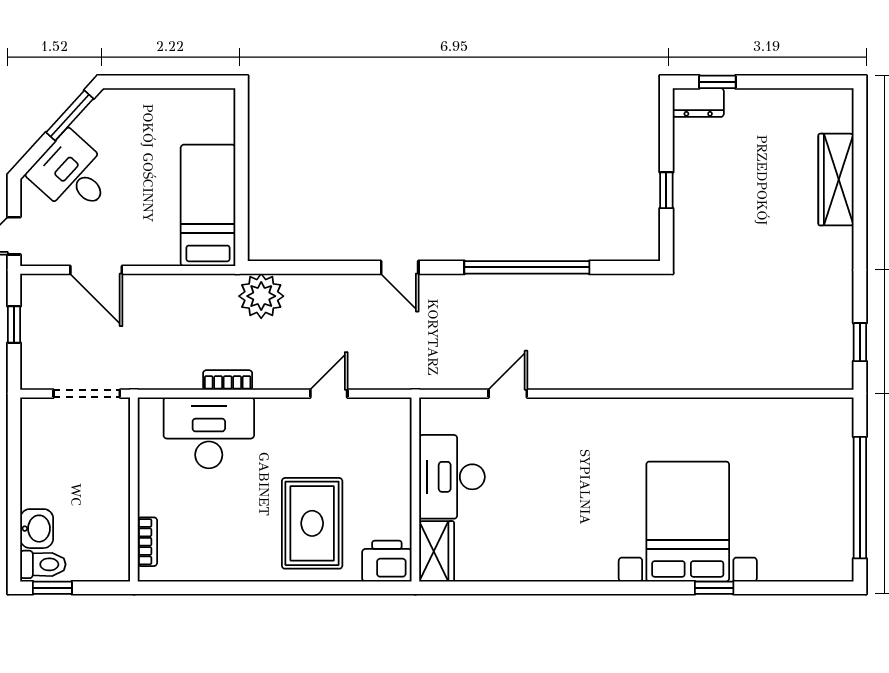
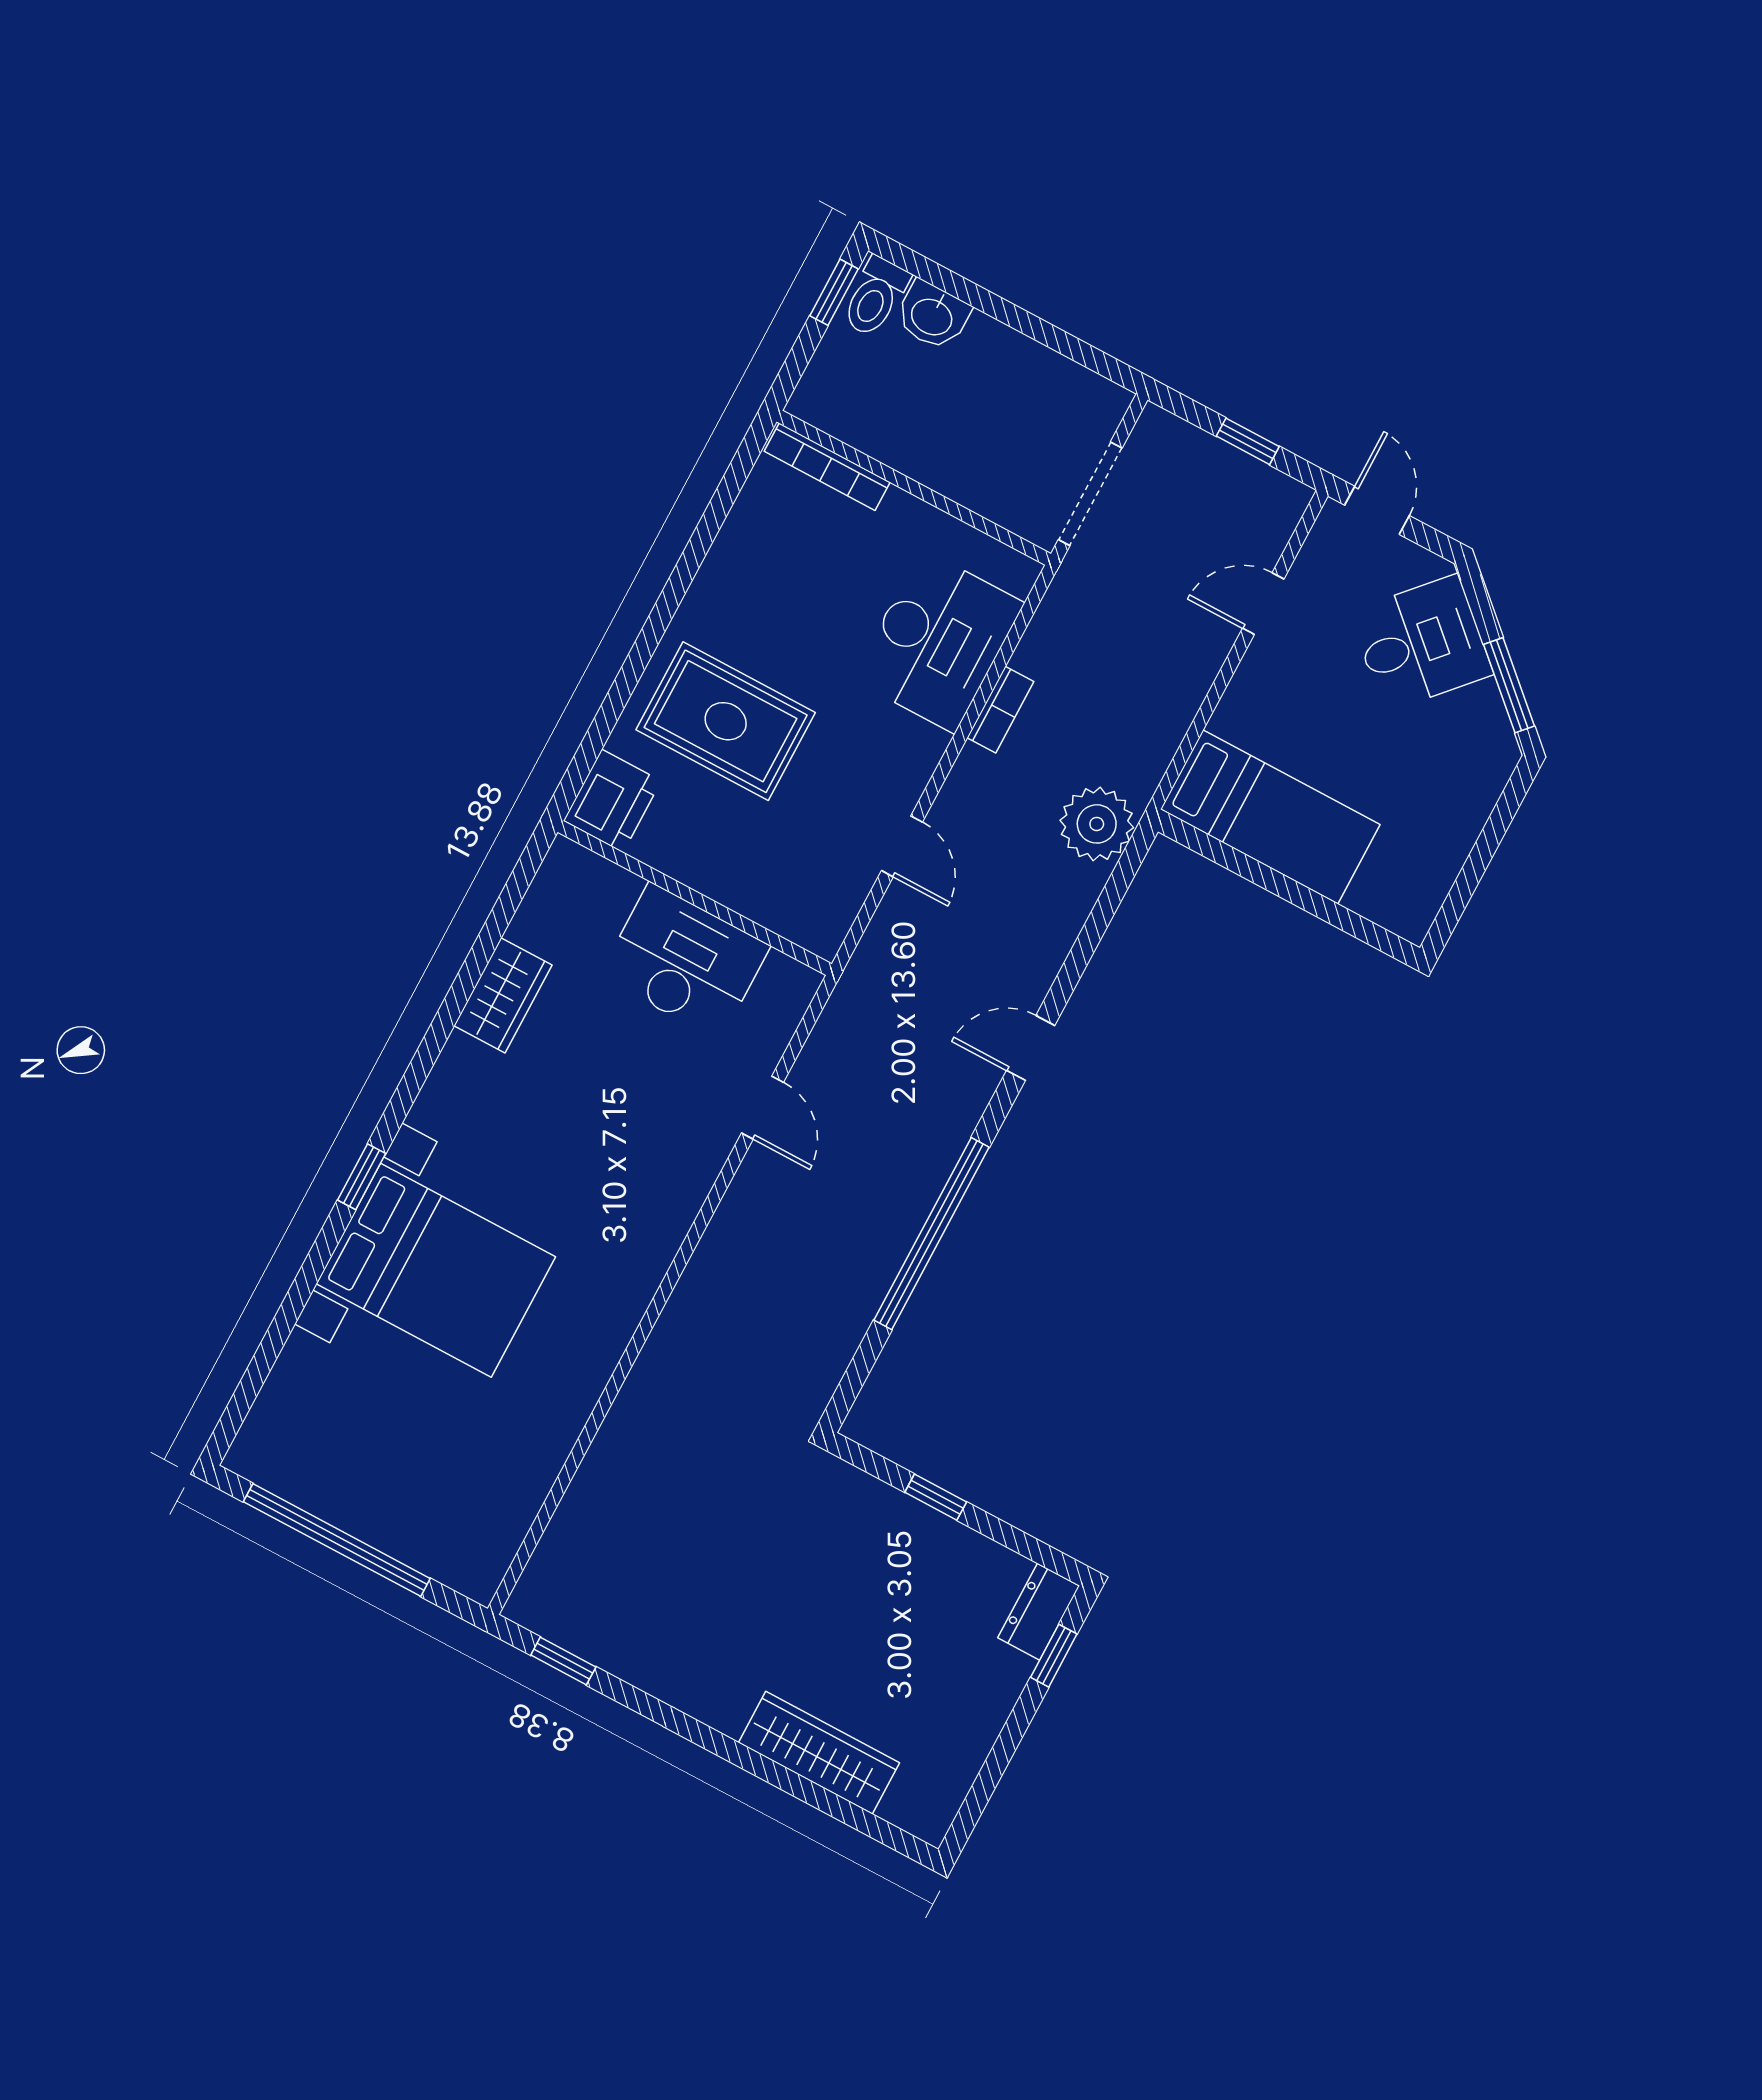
door: (96, 270) -> (1263, 604), width x0.73
bookcase: (147, 542) -> (827, 467), width x1.56
wardrobe: (437, 551) -> (503, 995), moved, turned -90
window: (714, 588) -> (362, 1177), moved

